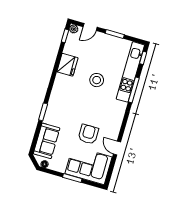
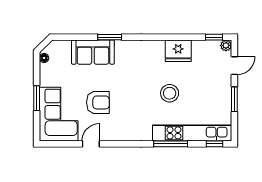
door: (90, 27) -> (234, 66), swing flipped
sofa: (47, 141) -> (93, 52), moved

